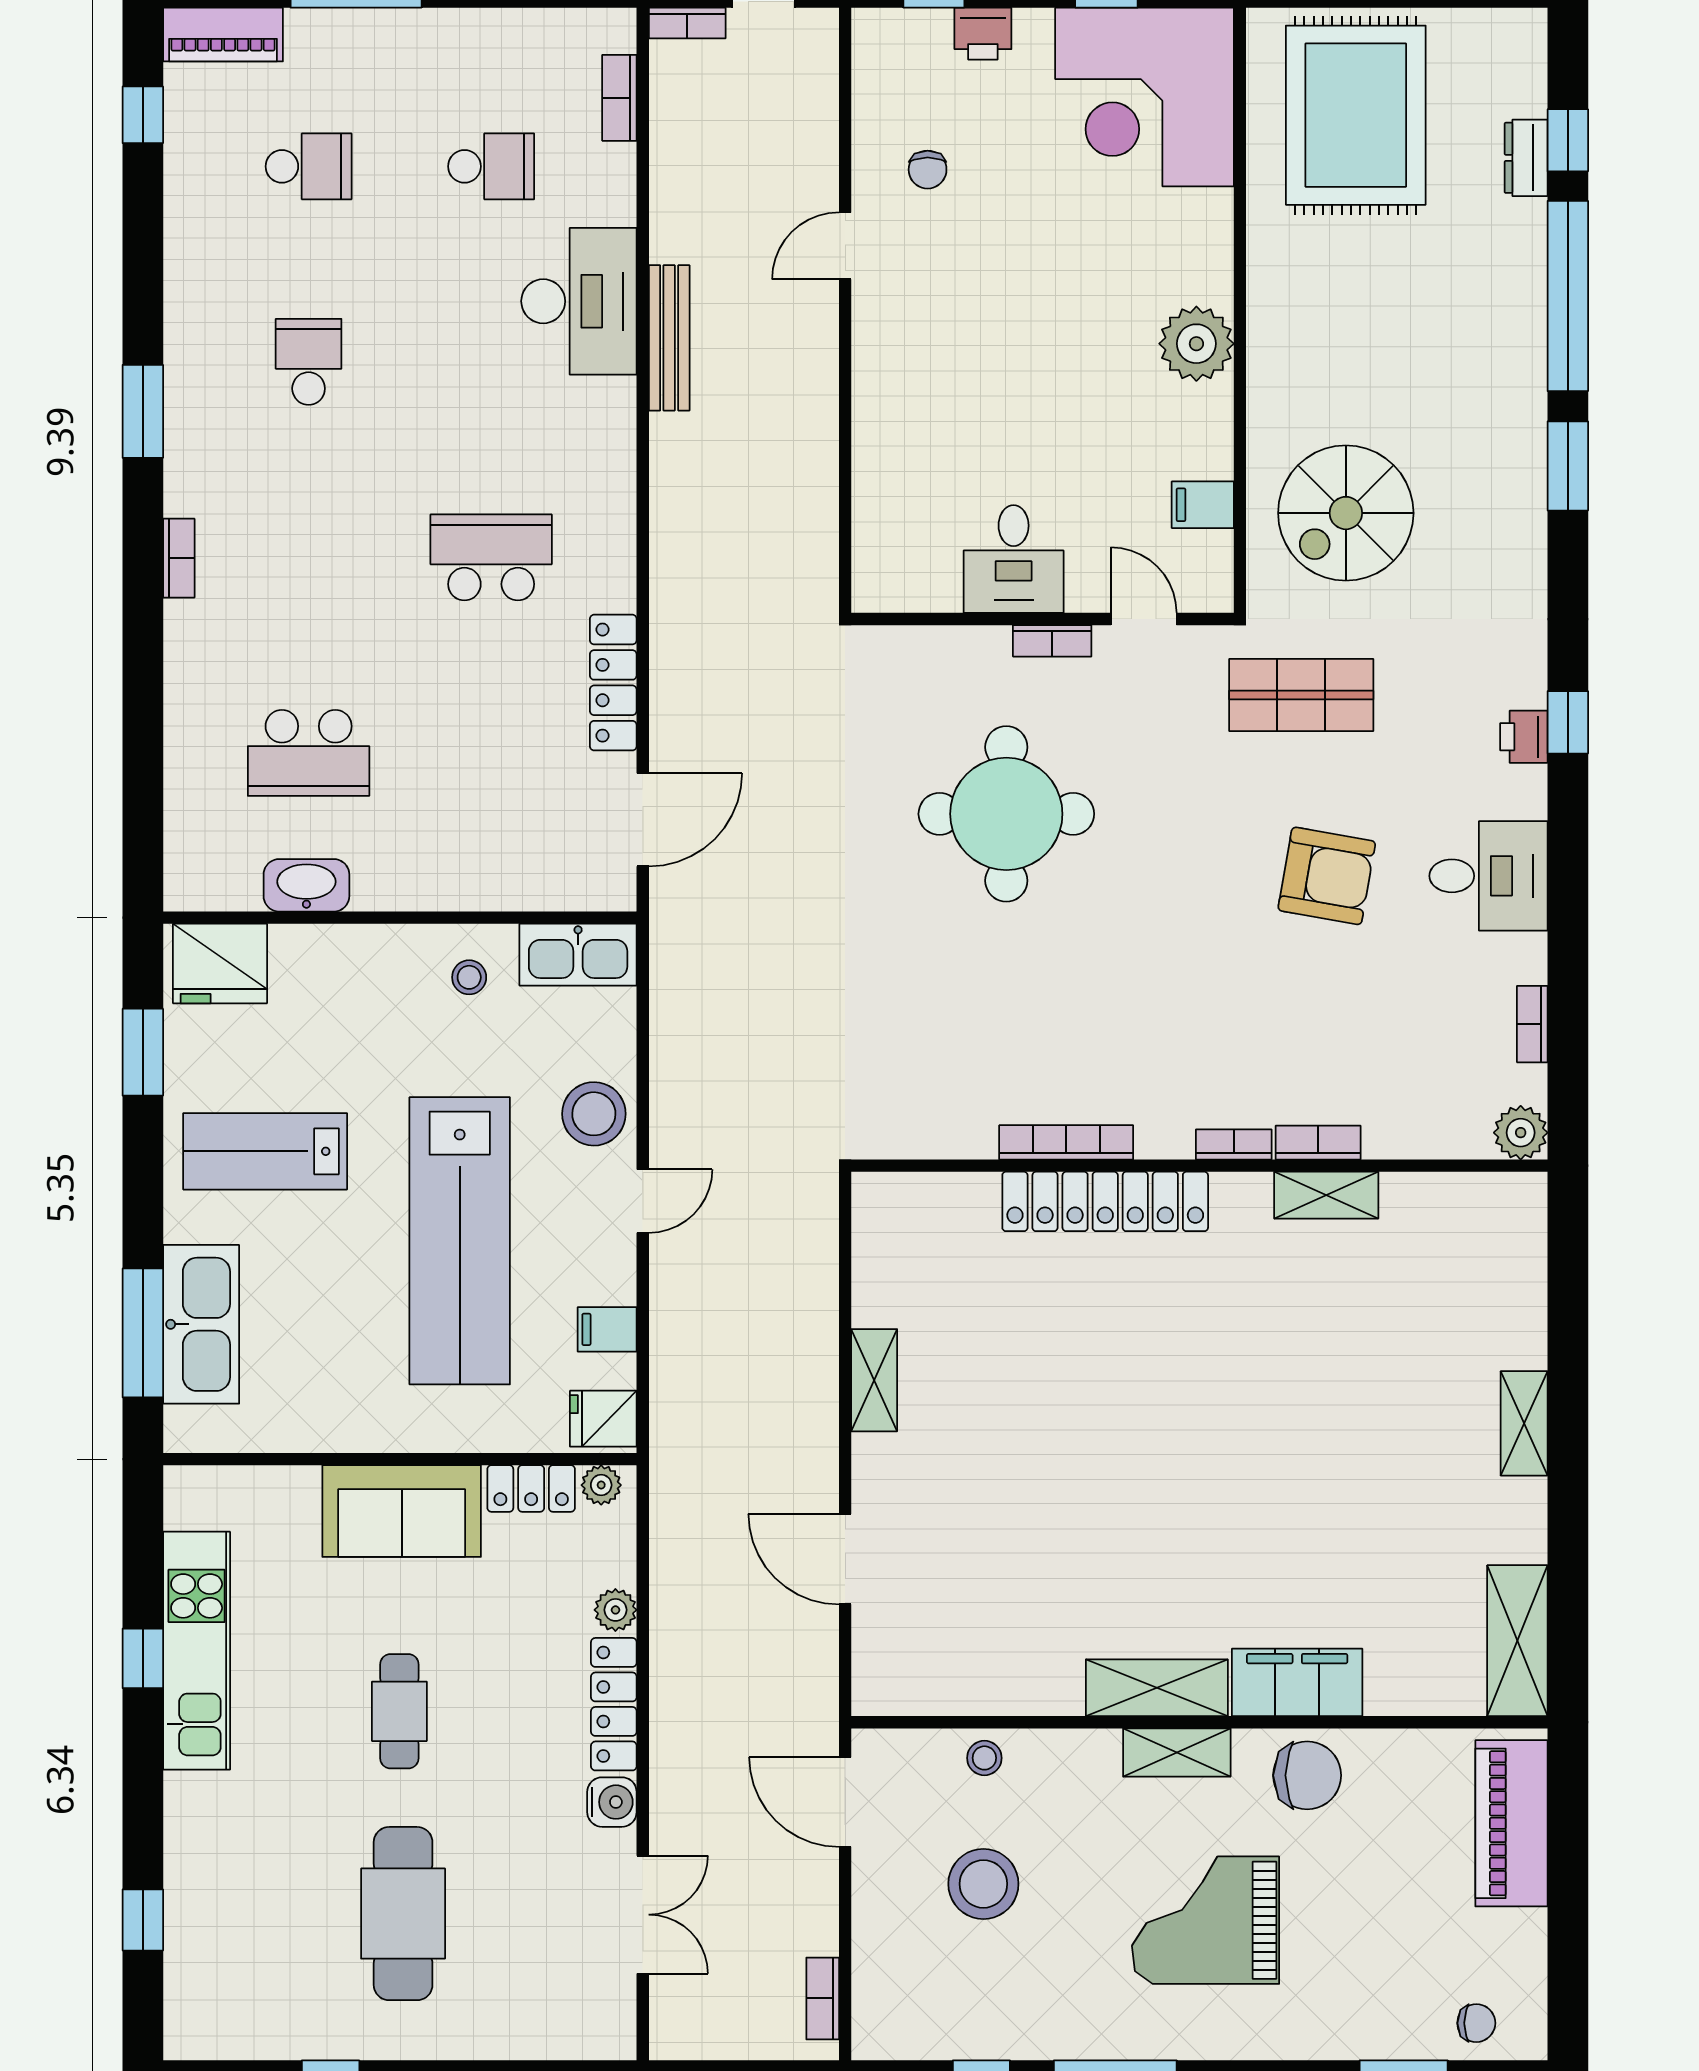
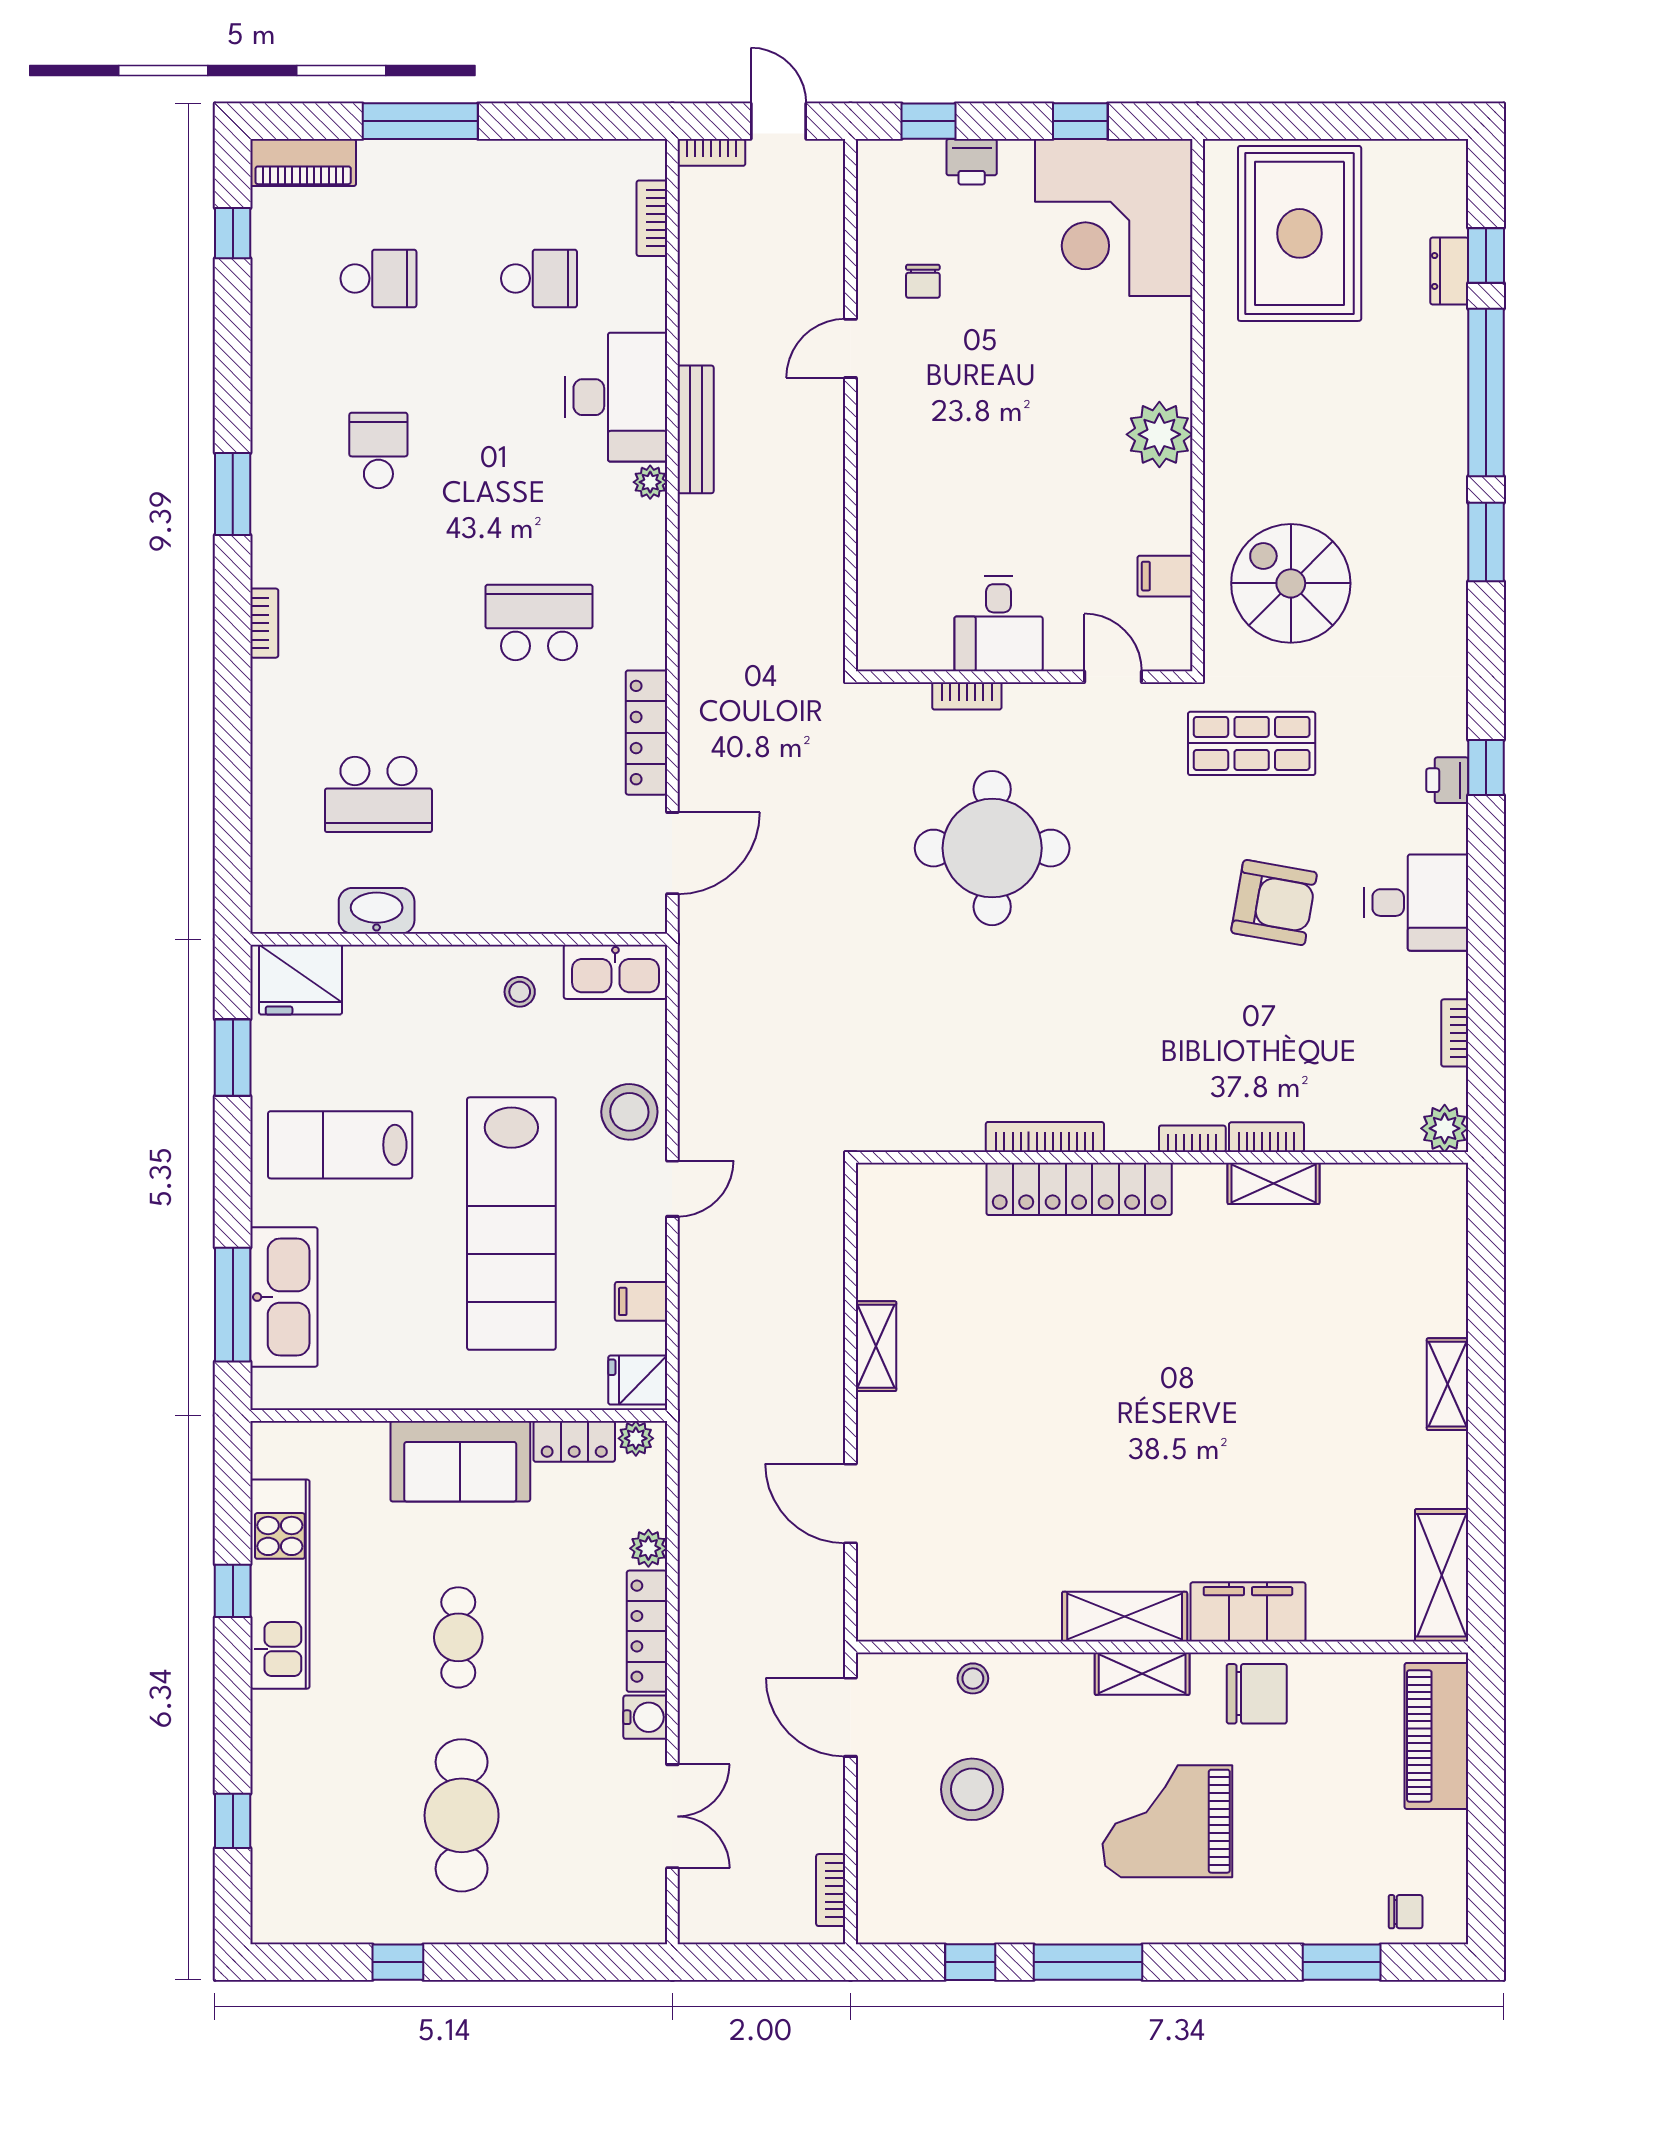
plant: (618, 398) -> (650, 482), added
spiral stairs: (1346, 513) -> (1291, 583), turned 90
bookcase: (1052, 641) -> (967, 696), moved

